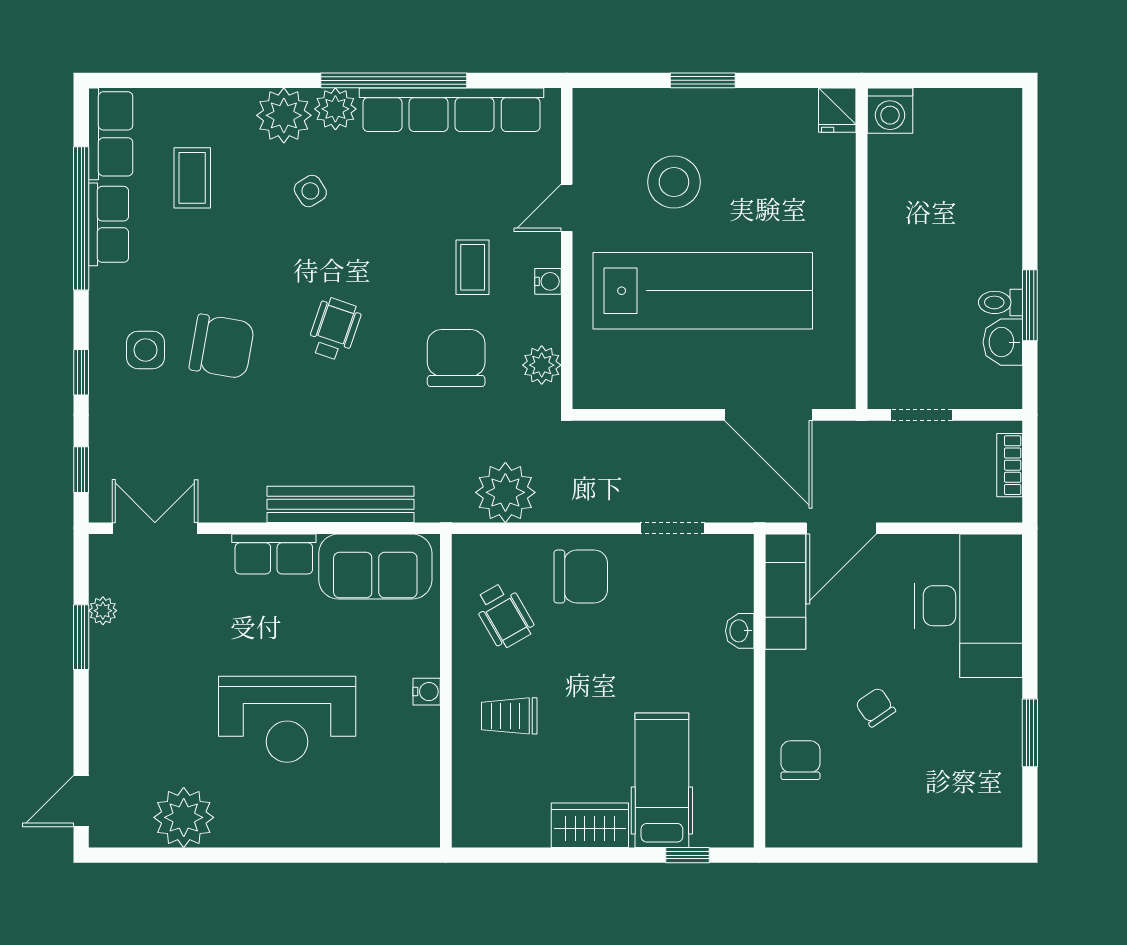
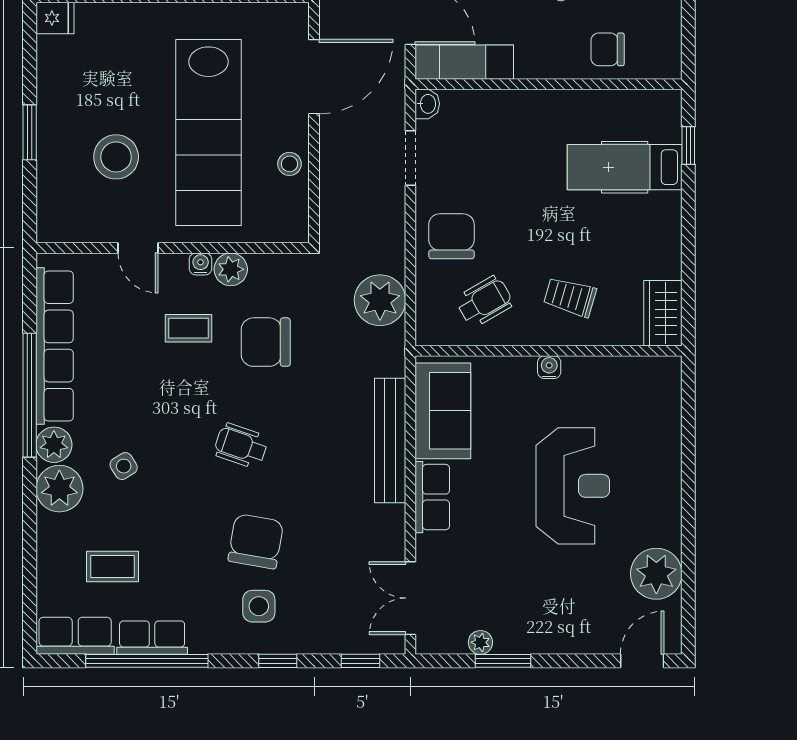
lab bench: (703, 291) -> (208, 132), turned 180
plant: (542, 365) -> (231, 269), moved
stool: (666, 386) -> (290, 164), added
washbasin: (740, 631) -> (427, 104), moved, turned -90
trolley: (509, 716) -> (570, 297), turned 106
door: (81, 801) -> (642, 661), swing flipped
wardrobe: (590, 825) -> (663, 313), moved

